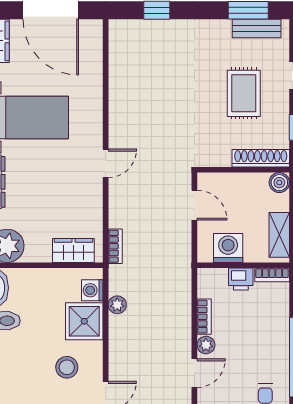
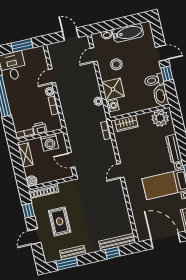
bench: (143, 29) -> (117, 242), added
bench: (257, 29) -> (73, 252), moved

